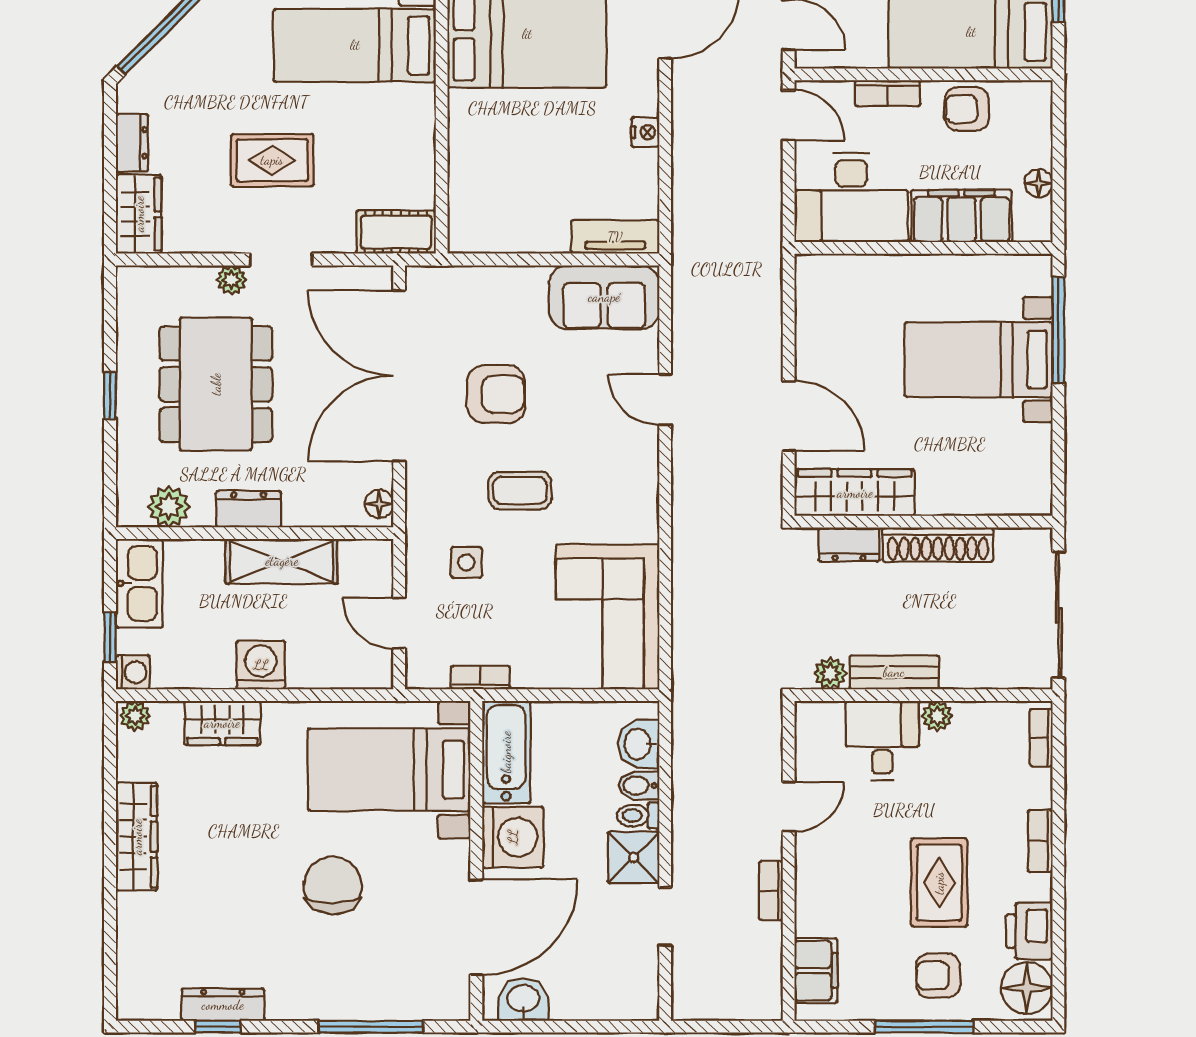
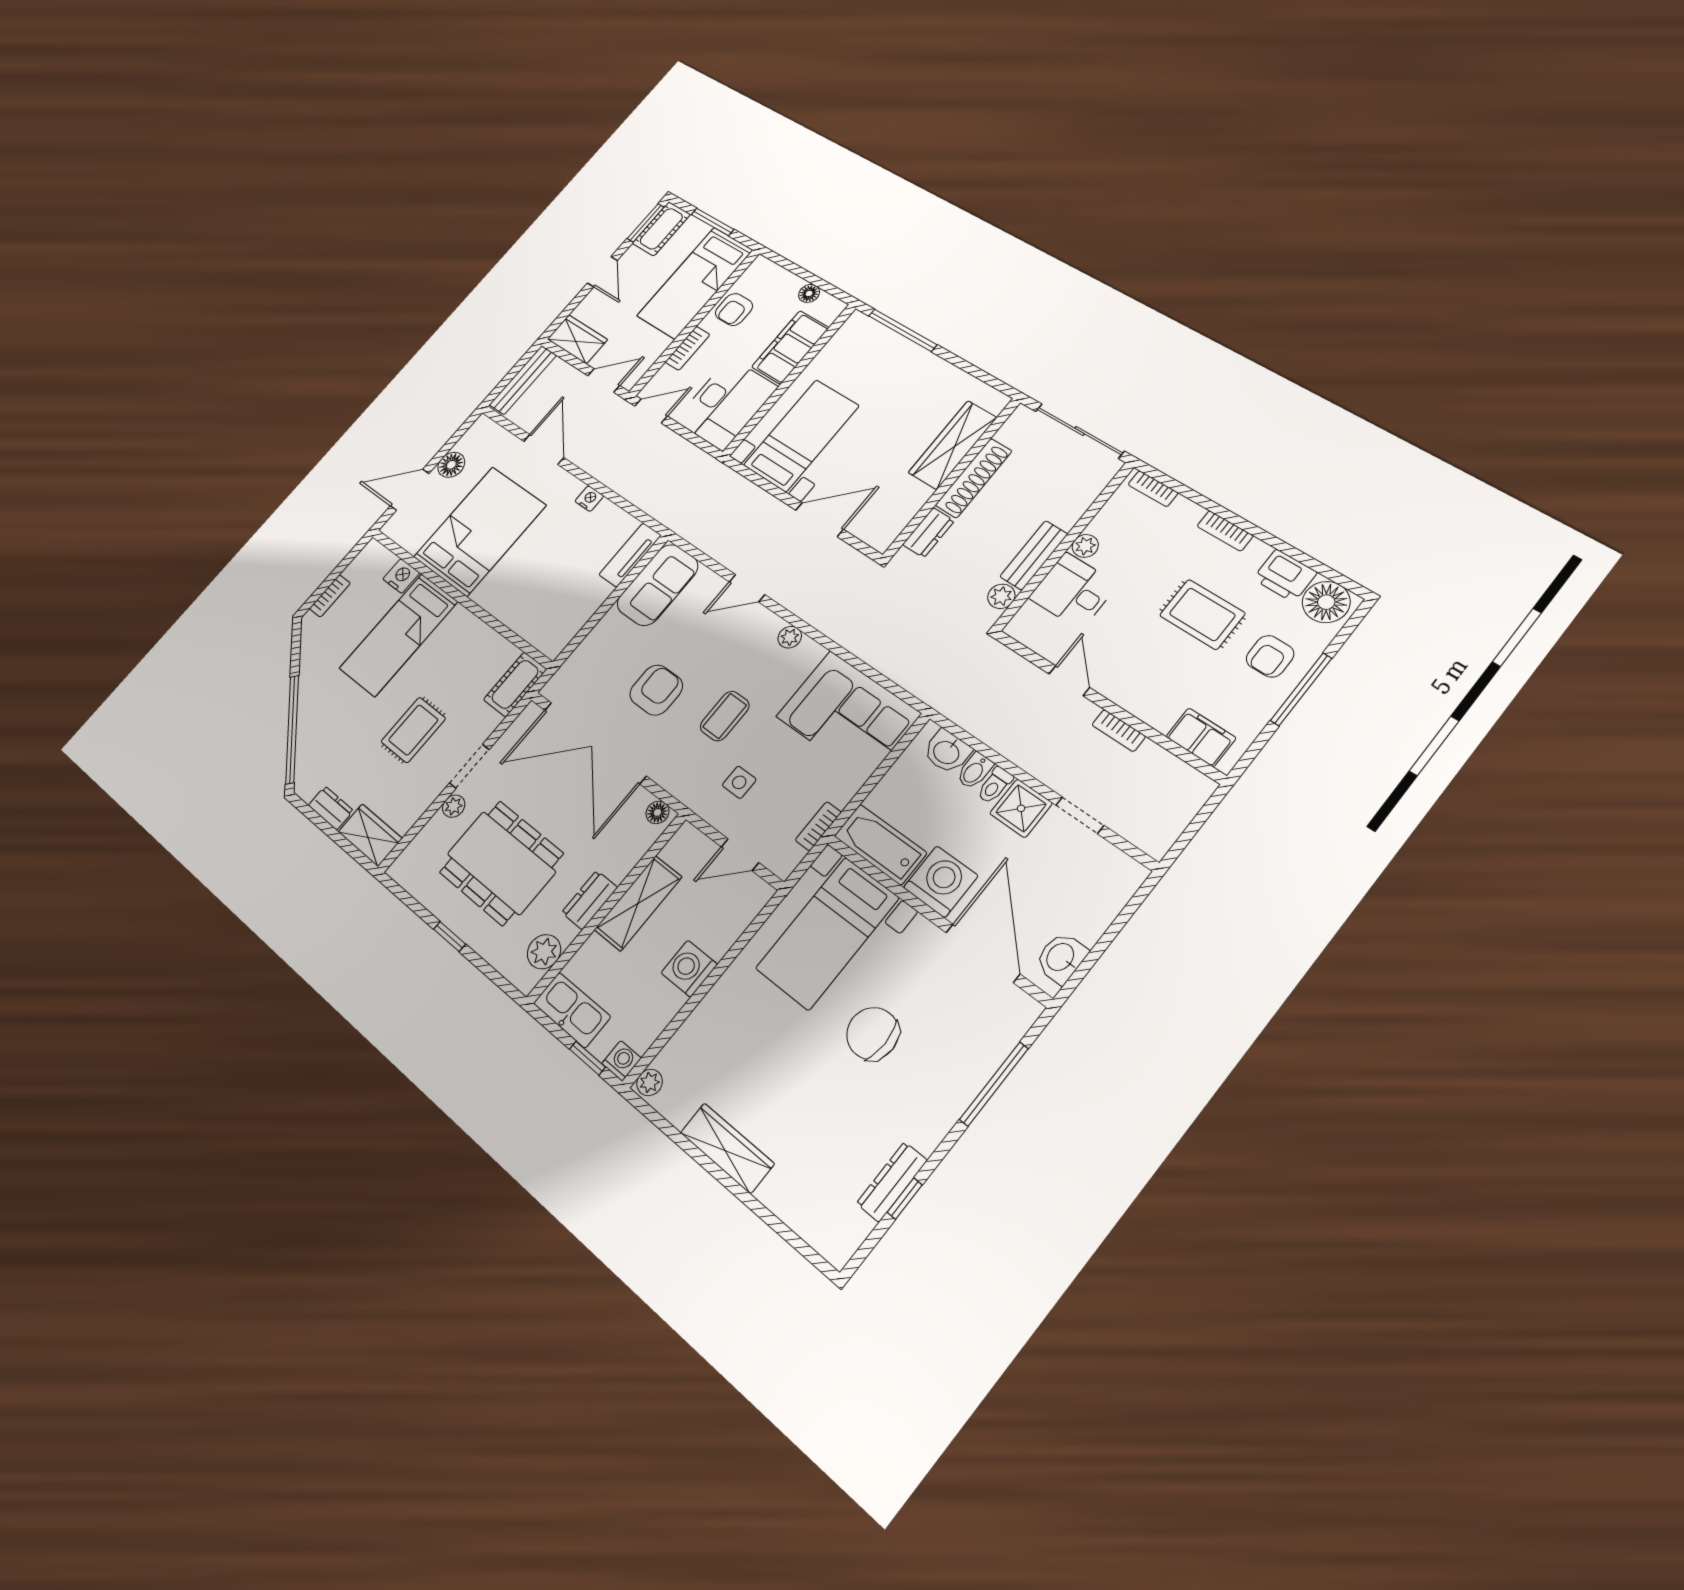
bed with nightstands: (979, 360) -> (801, 436), moved, turned 180
plant: (645, 490) -> (790, 637), added
wardrobe: (855, 493) -> (953, 445), moved
wardrobe: (222, 723) -> (704, 1025), removed

